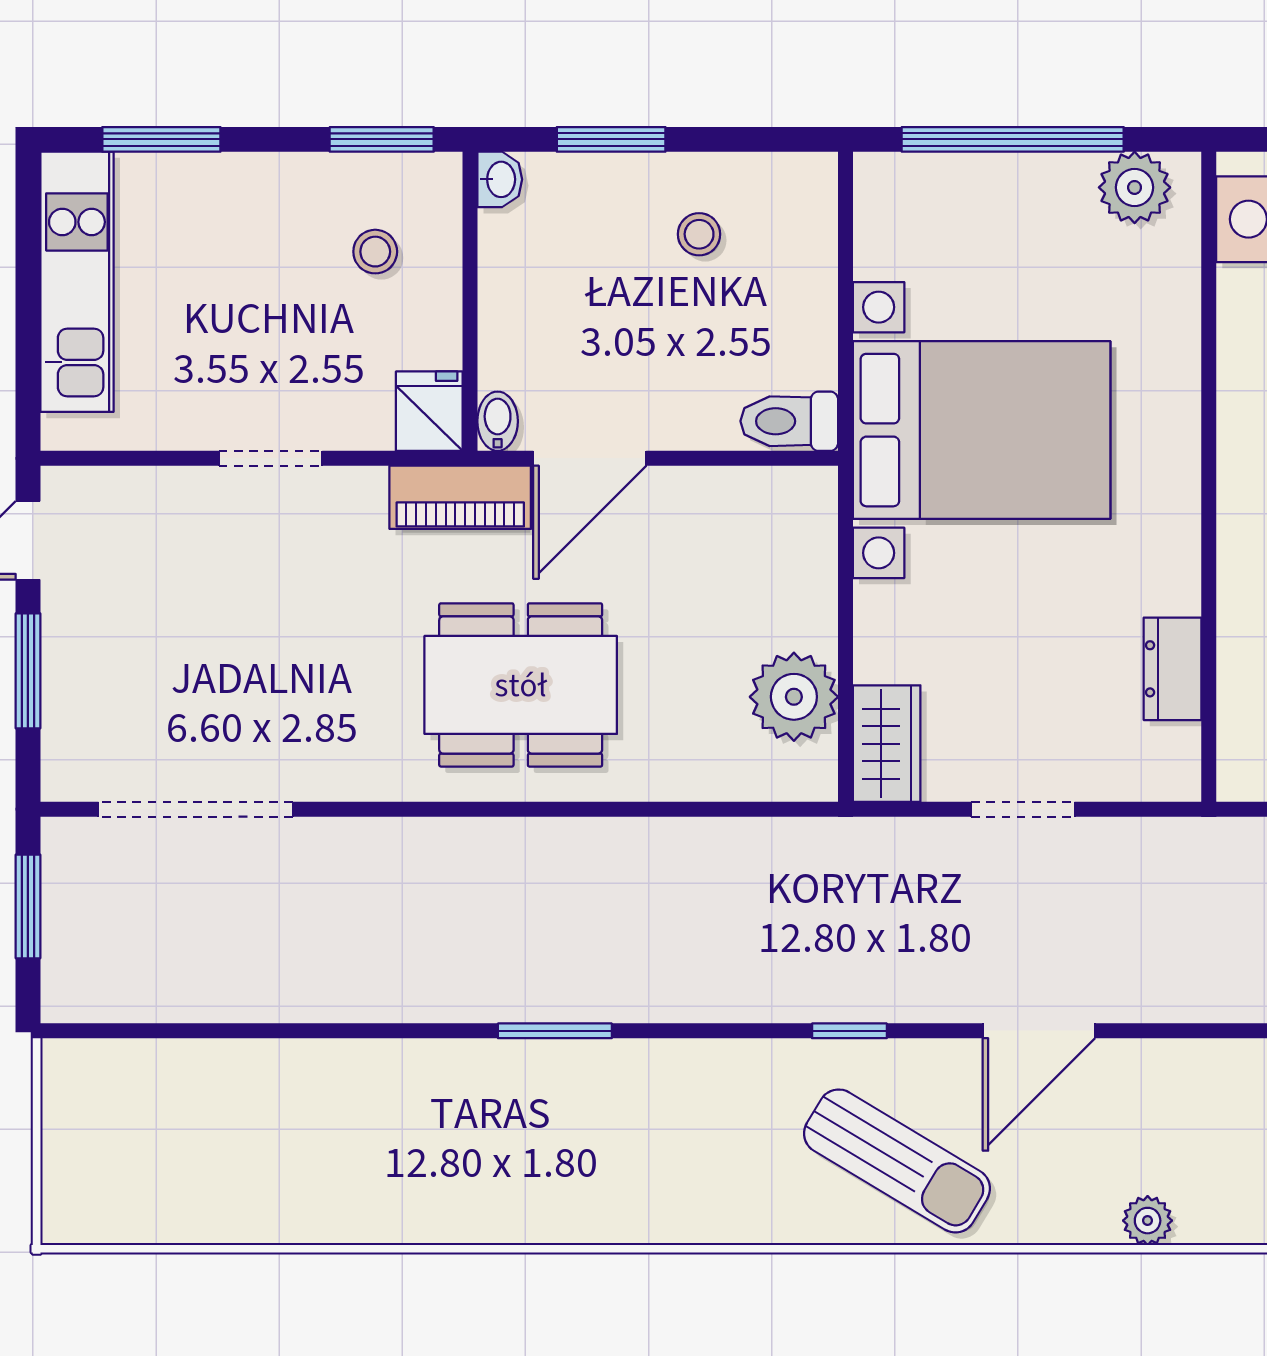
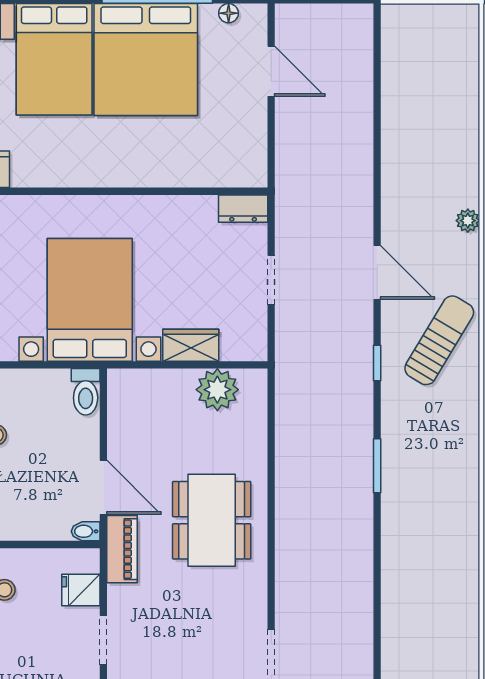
fridge: (429, 411) -> (81, 590), moved
dresser: (1173, 669) -> (243, 209), moved
wardrobe: (887, 744) -> (191, 345), moved
window: (555, 1031) -> (377, 466), moved

